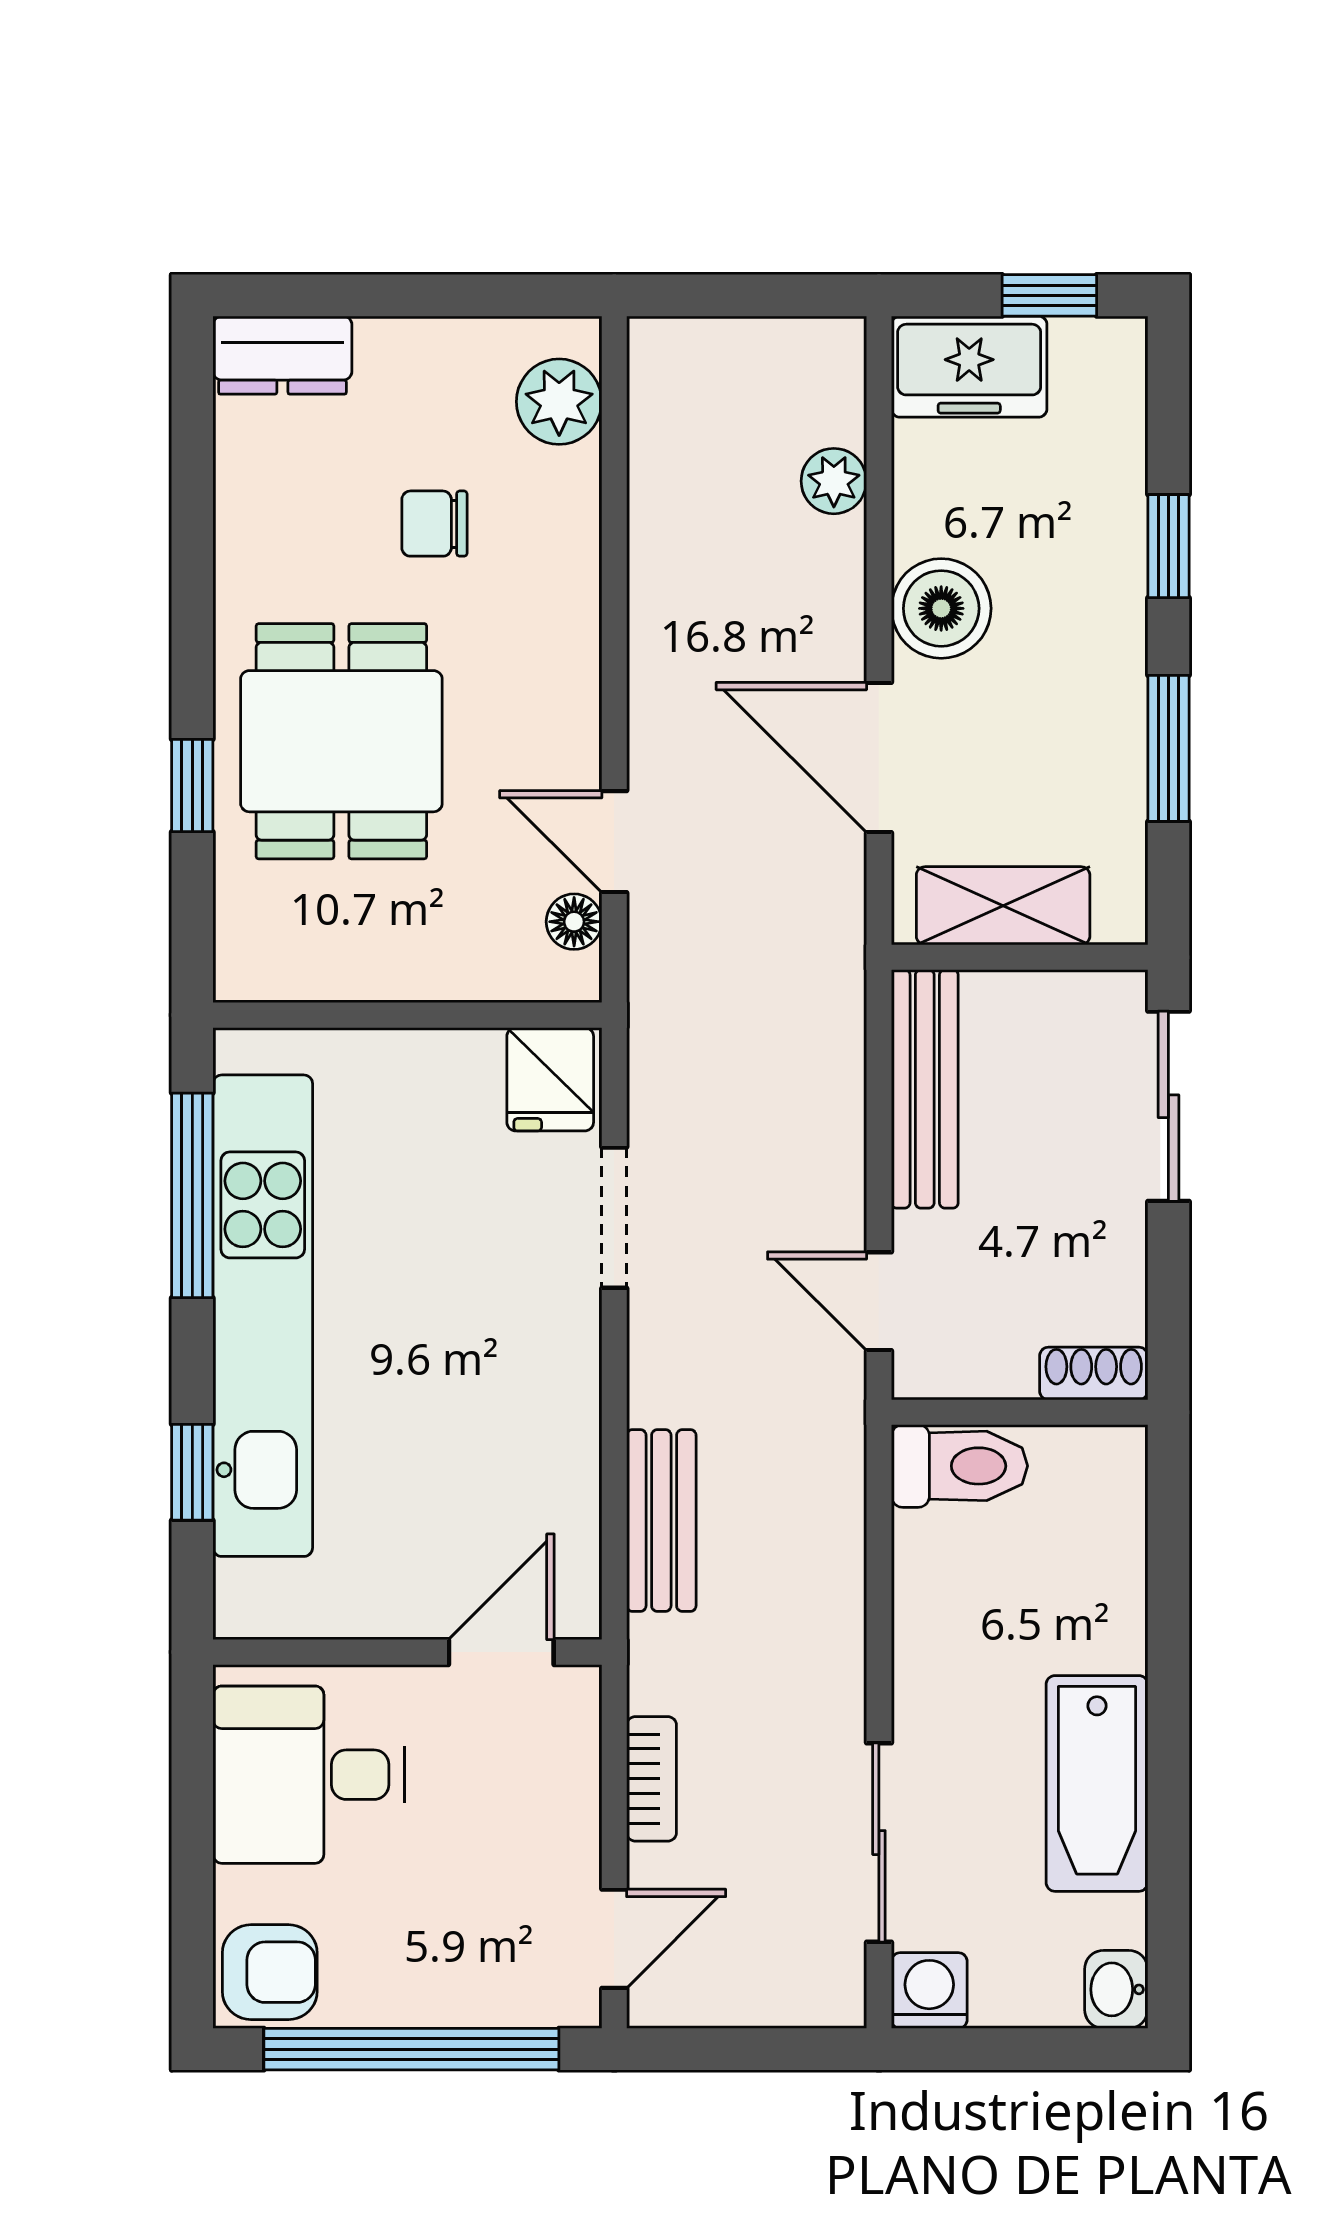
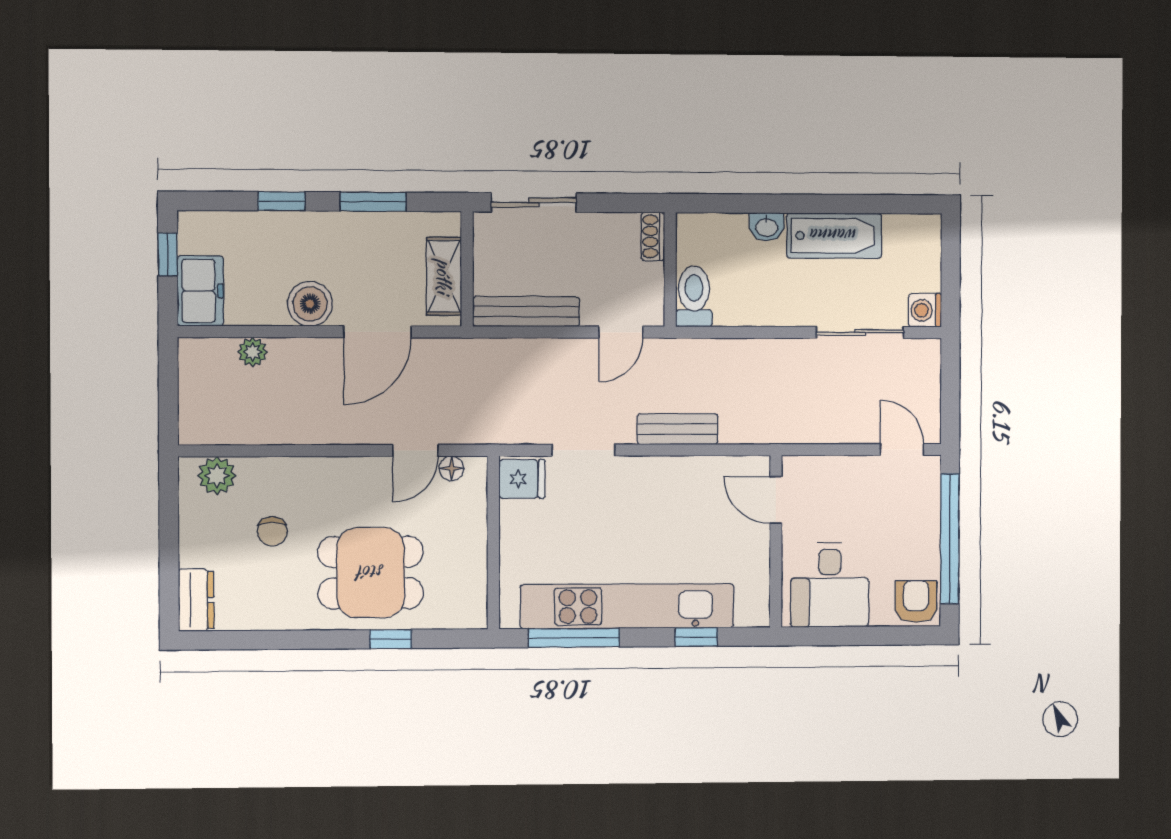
bench: (661, 1521) -> (678, 429), moved
bookcase: (652, 1779) -> (832, 433), removed
washbasin: (1116, 1989) -> (767, 227), moved

